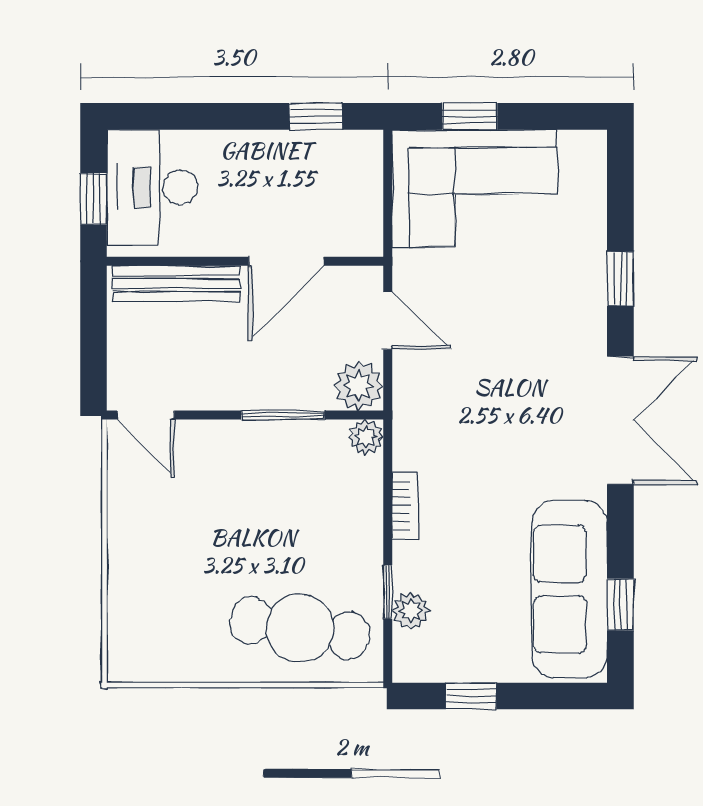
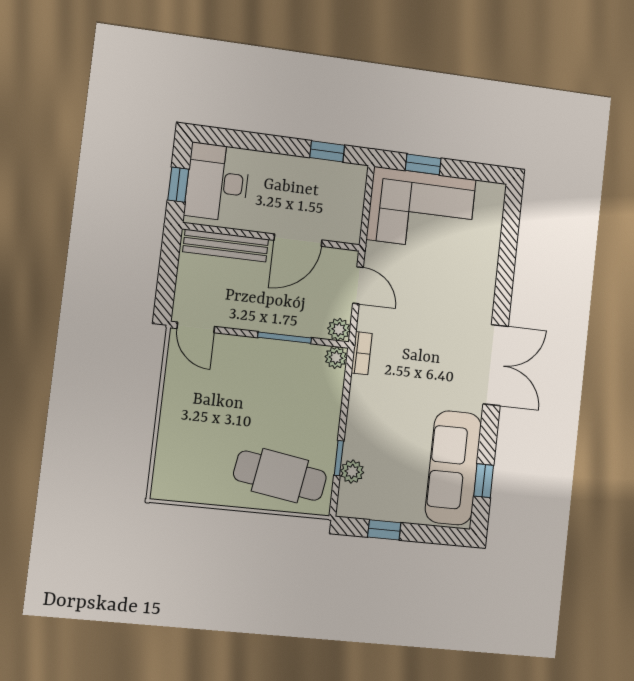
window: (620, 279) -> (505, 277), removed
plant: (359, 386) -> (339, 329), width x0.73, depth x0.73
bookcase: (405, 505) -> (362, 353), moved

